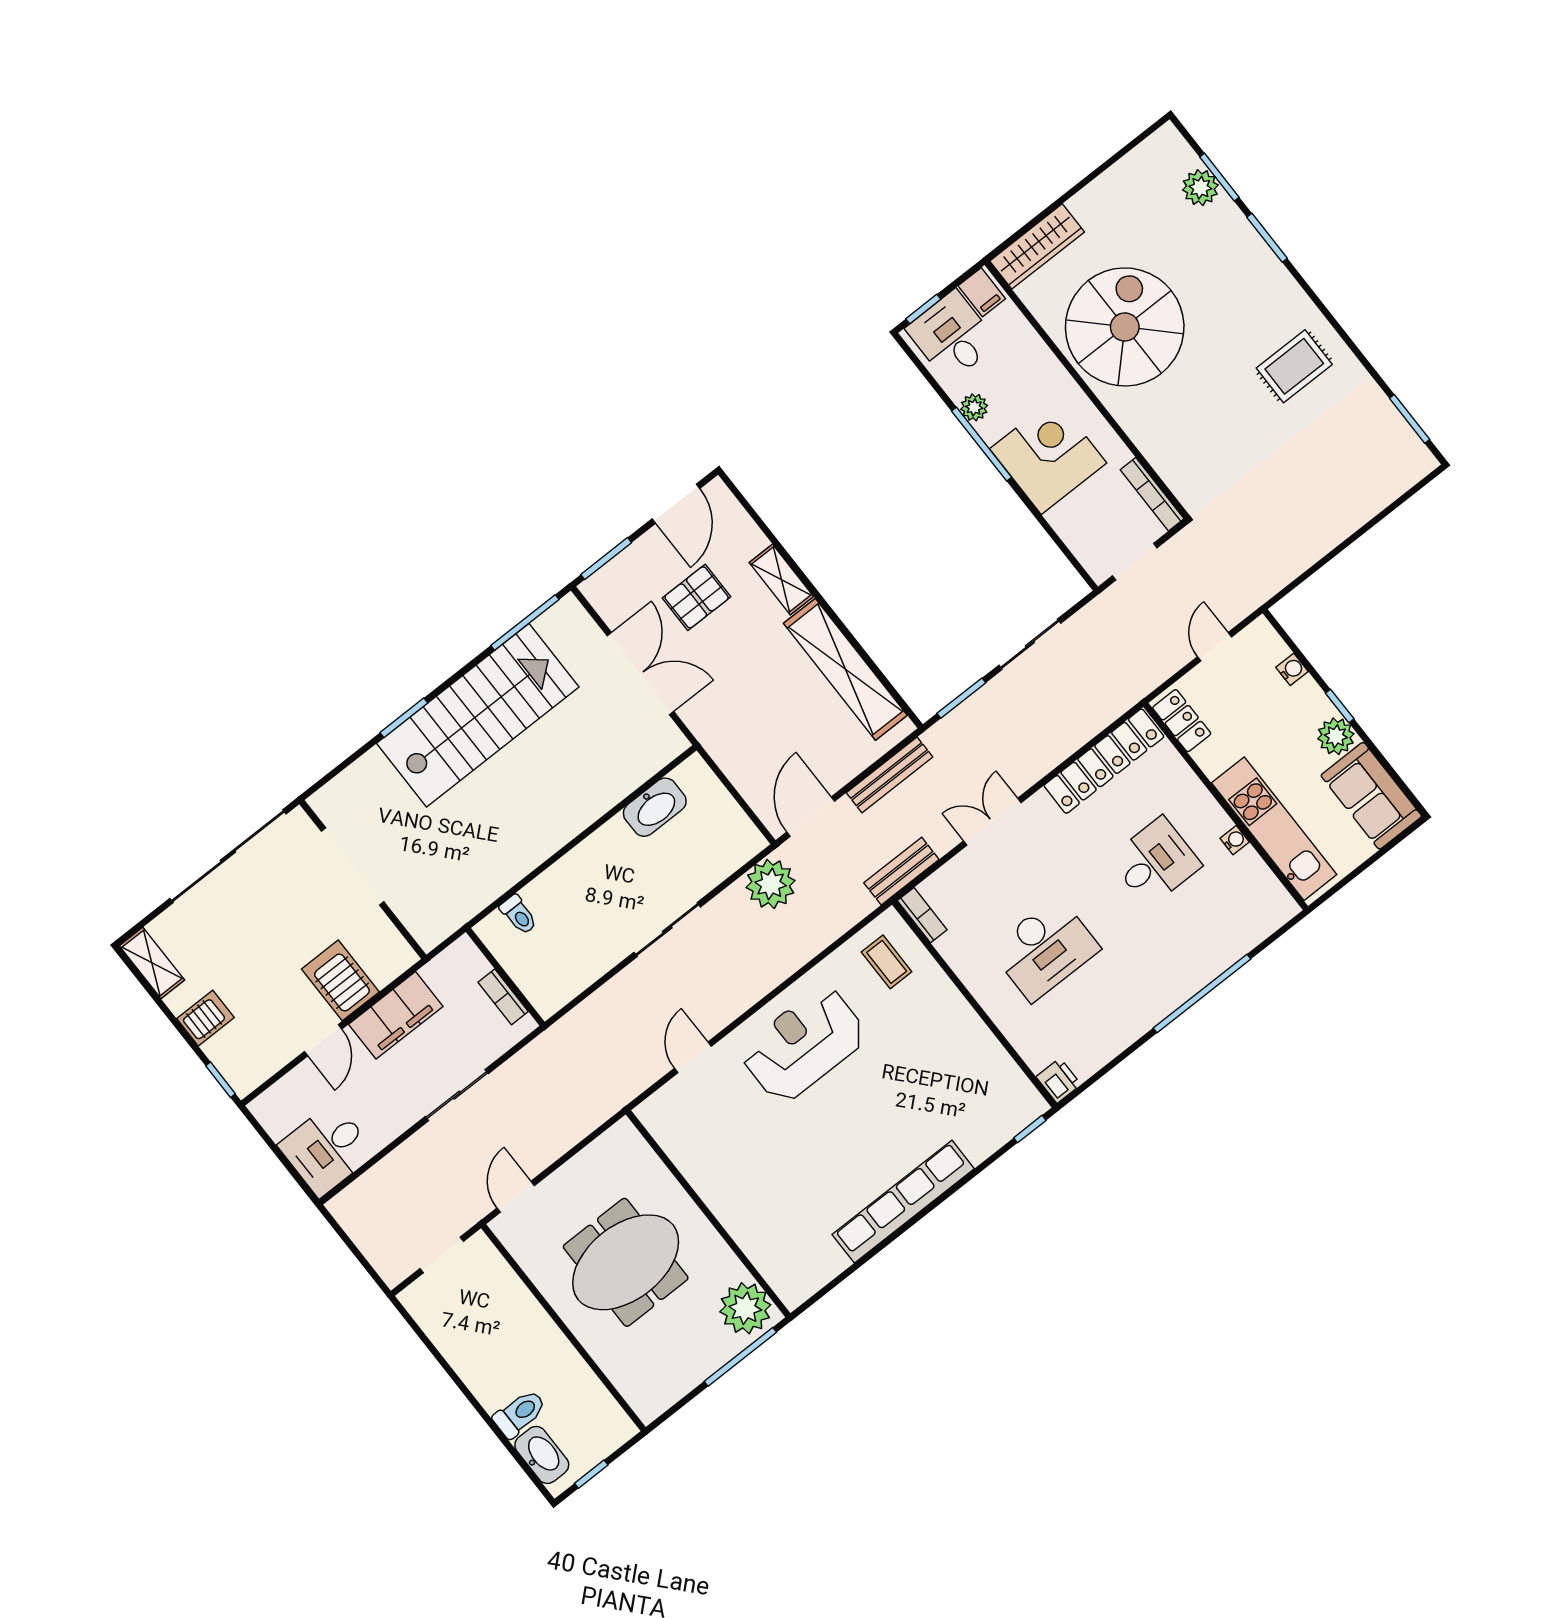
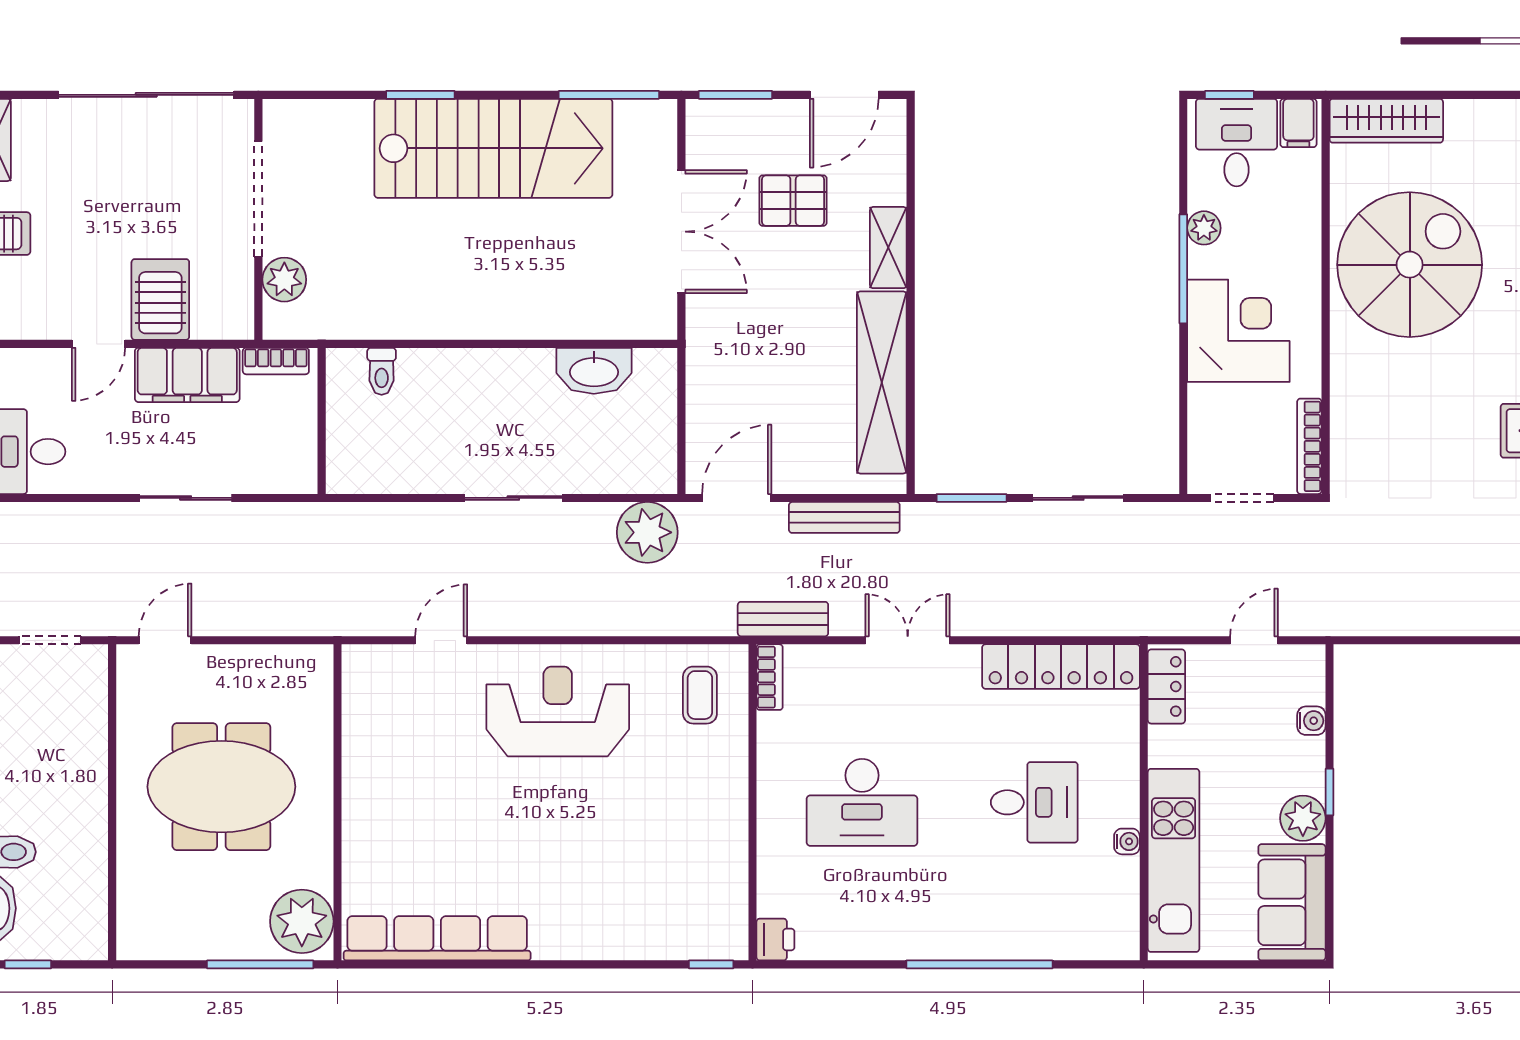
plant: (410, 905) -> (284, 280), added
bookcase: (503, 997) -> (276, 361), moved, turned -90
row of seats: (903, 1202) -> (437, 938), moved

